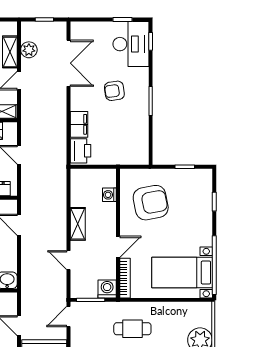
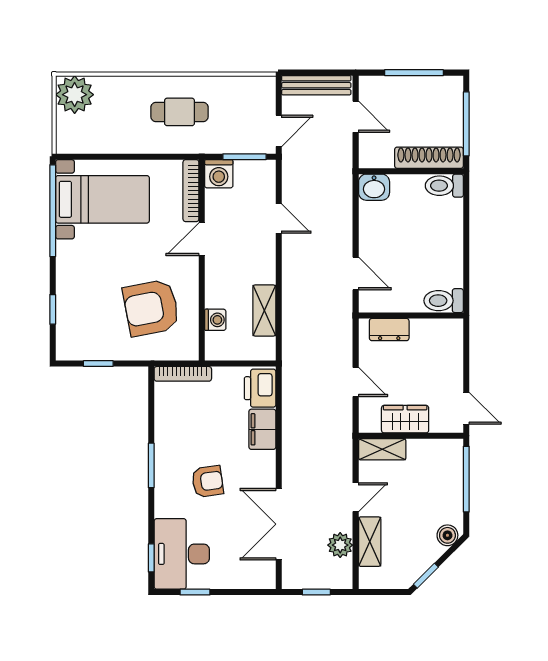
bookcase: (130, 160) -> (183, 374), added
shelving: (78, 224) -> (264, 310), moved

